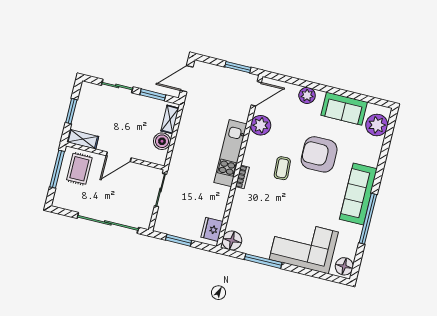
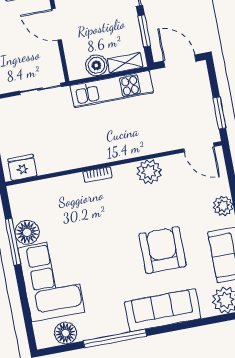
plant: (261, 125) -> (149, 172), moved
kitchen unit: (230, 153) -> (112, 89), moved, turned 180
coffee table: (282, 168) -> (128, 215), removed
sofa: (358, 194) -> (163, 310), moved
floor lamp: (232, 240) -> (27, 232), moved
floor lamp: (344, 266) -> (65, 333), moved

